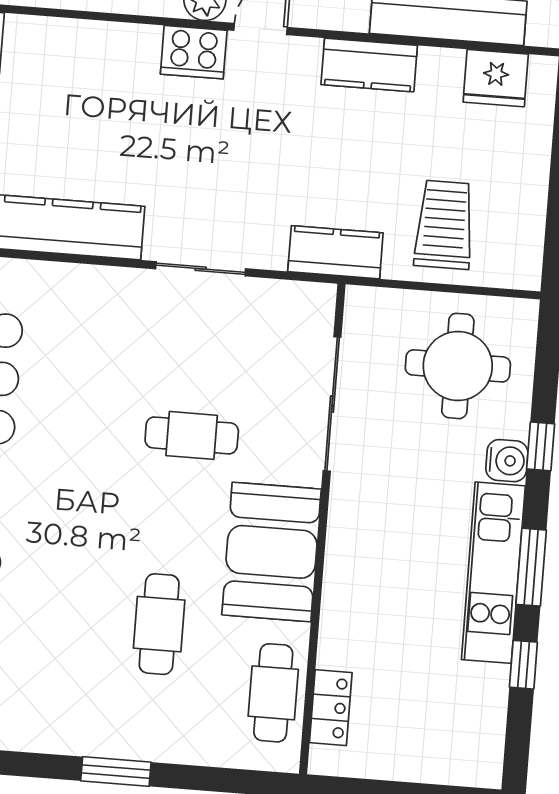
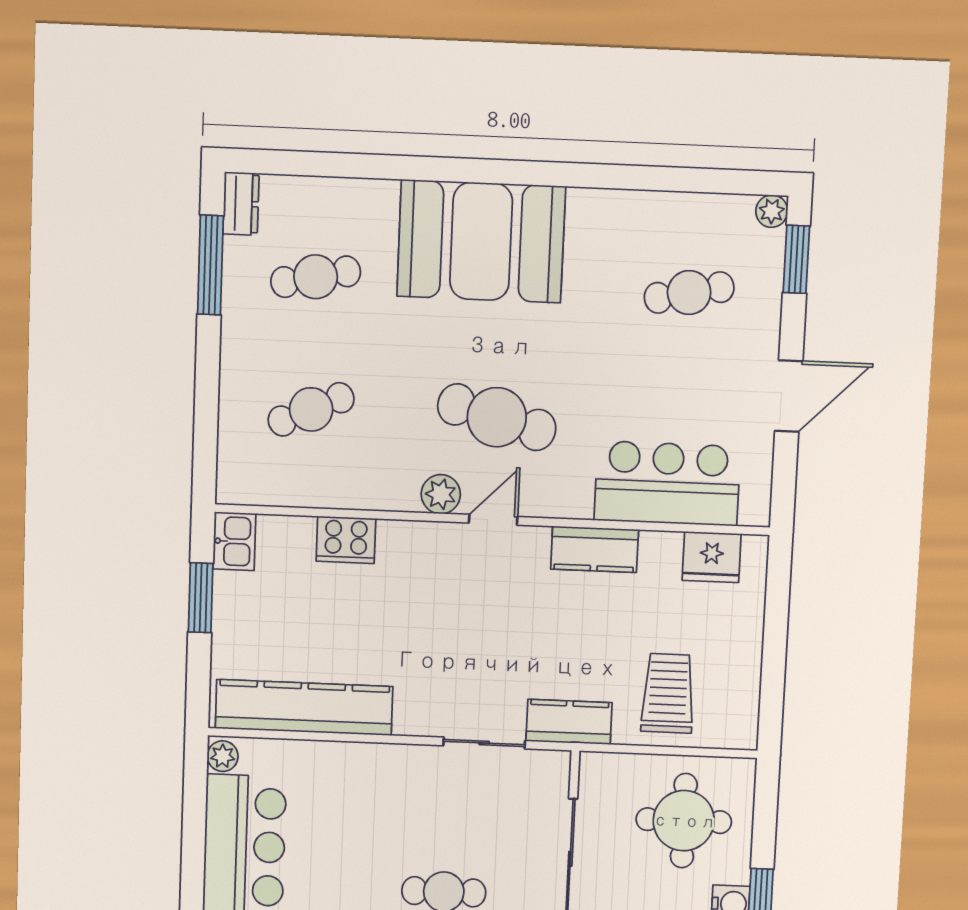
cooker: (194, 52) -> (346, 540), moved
sliding door: (201, 269) -> (484, 743), moved

